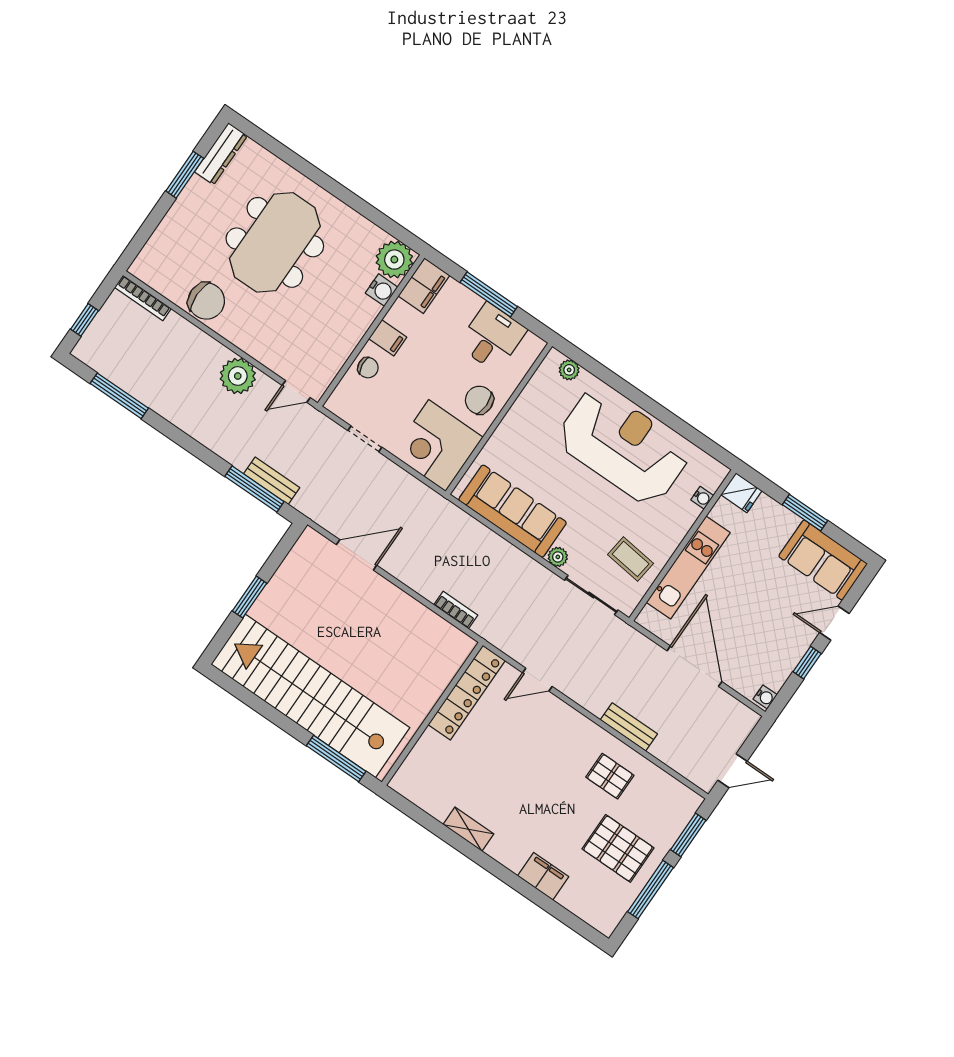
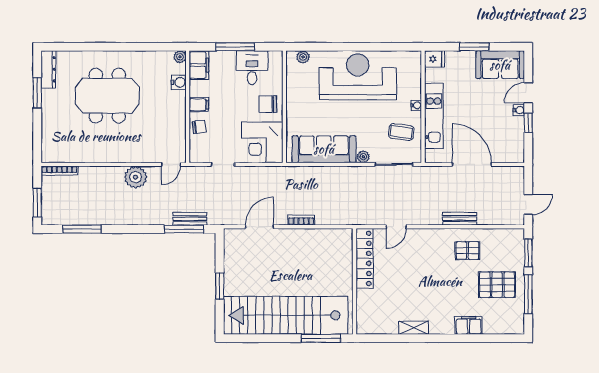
meeting table: (275, 242) -> (107, 96), turned 90
plant: (394, 260) -> (180, 57), width x0.53, depth x0.53
chair: (206, 301) -> (93, 150), removed
window: (85, 320) -> (37, 203), width x1.50
water cooler: (702, 498) -> (416, 105), moved
bookcase: (456, 610) -> (301, 220), moved
water cooler: (765, 697) -> (519, 110), moved

